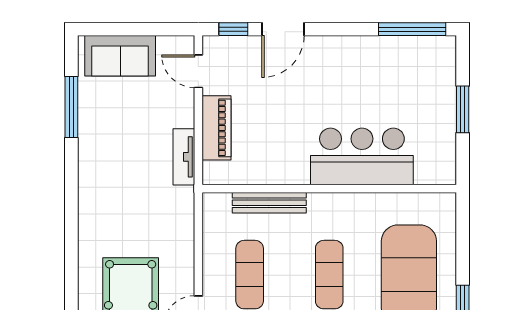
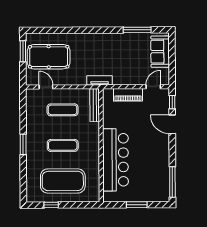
bar counter: (362, 156) -> (115, 160), width x1.36
tv unit: (184, 157) -> (100, 80), moved
bench: (269, 203) -> (95, 105), moved

